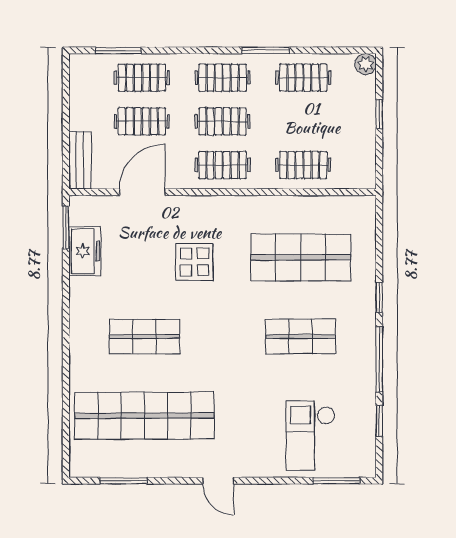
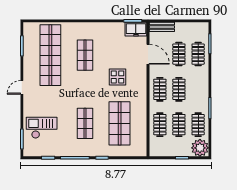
plant: (366, 64) -> (200, 148), width x1.87, depth x1.87
clothes rail: (223, 78) -> (179, 125), moved
freezer: (85, 251) -> (136, 29), moved

